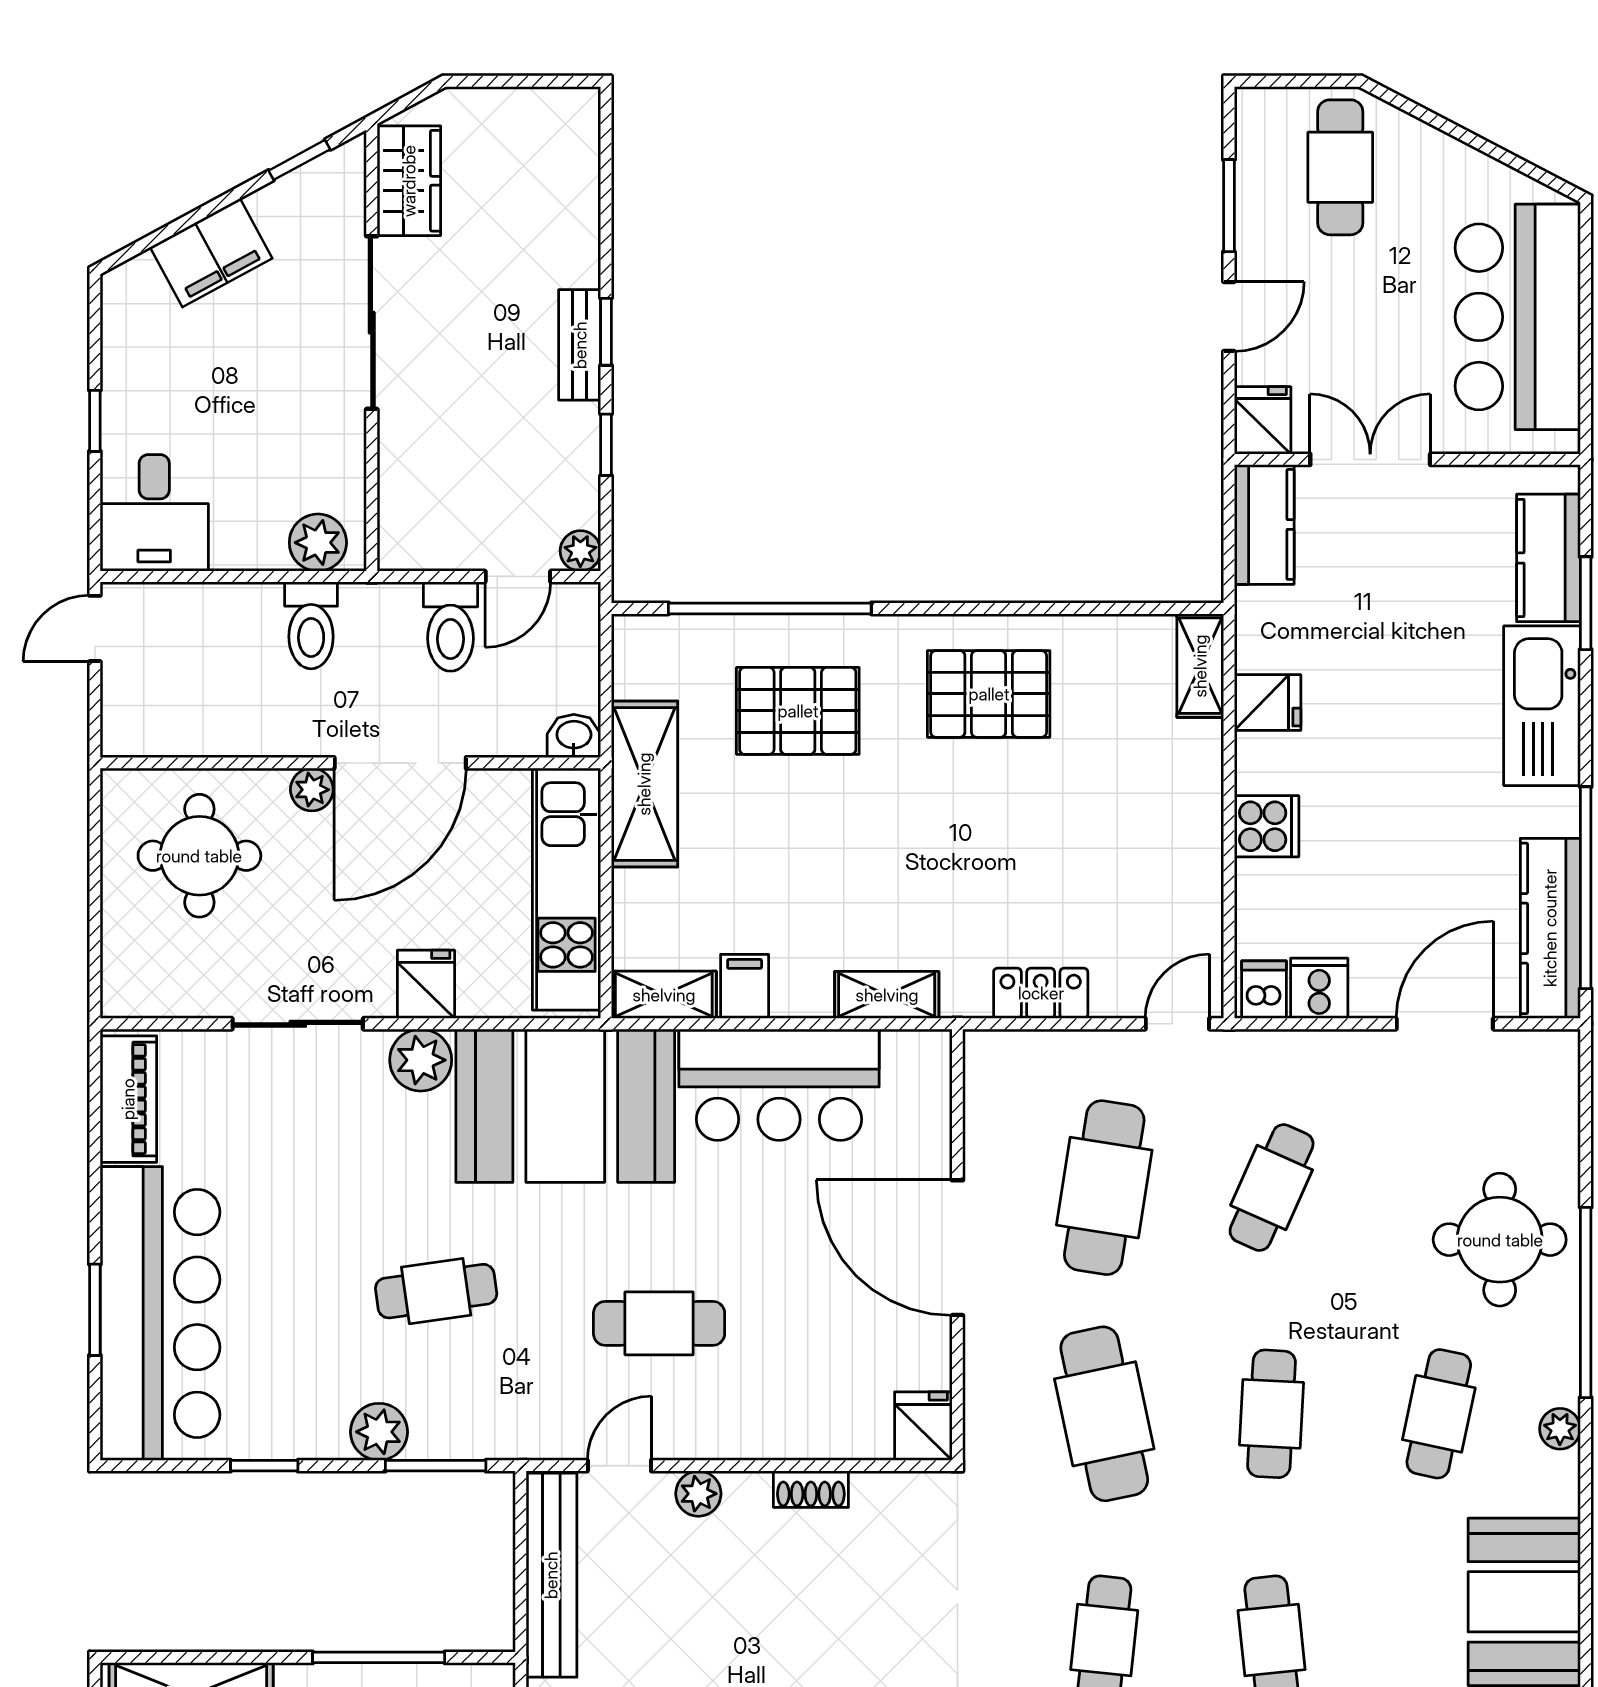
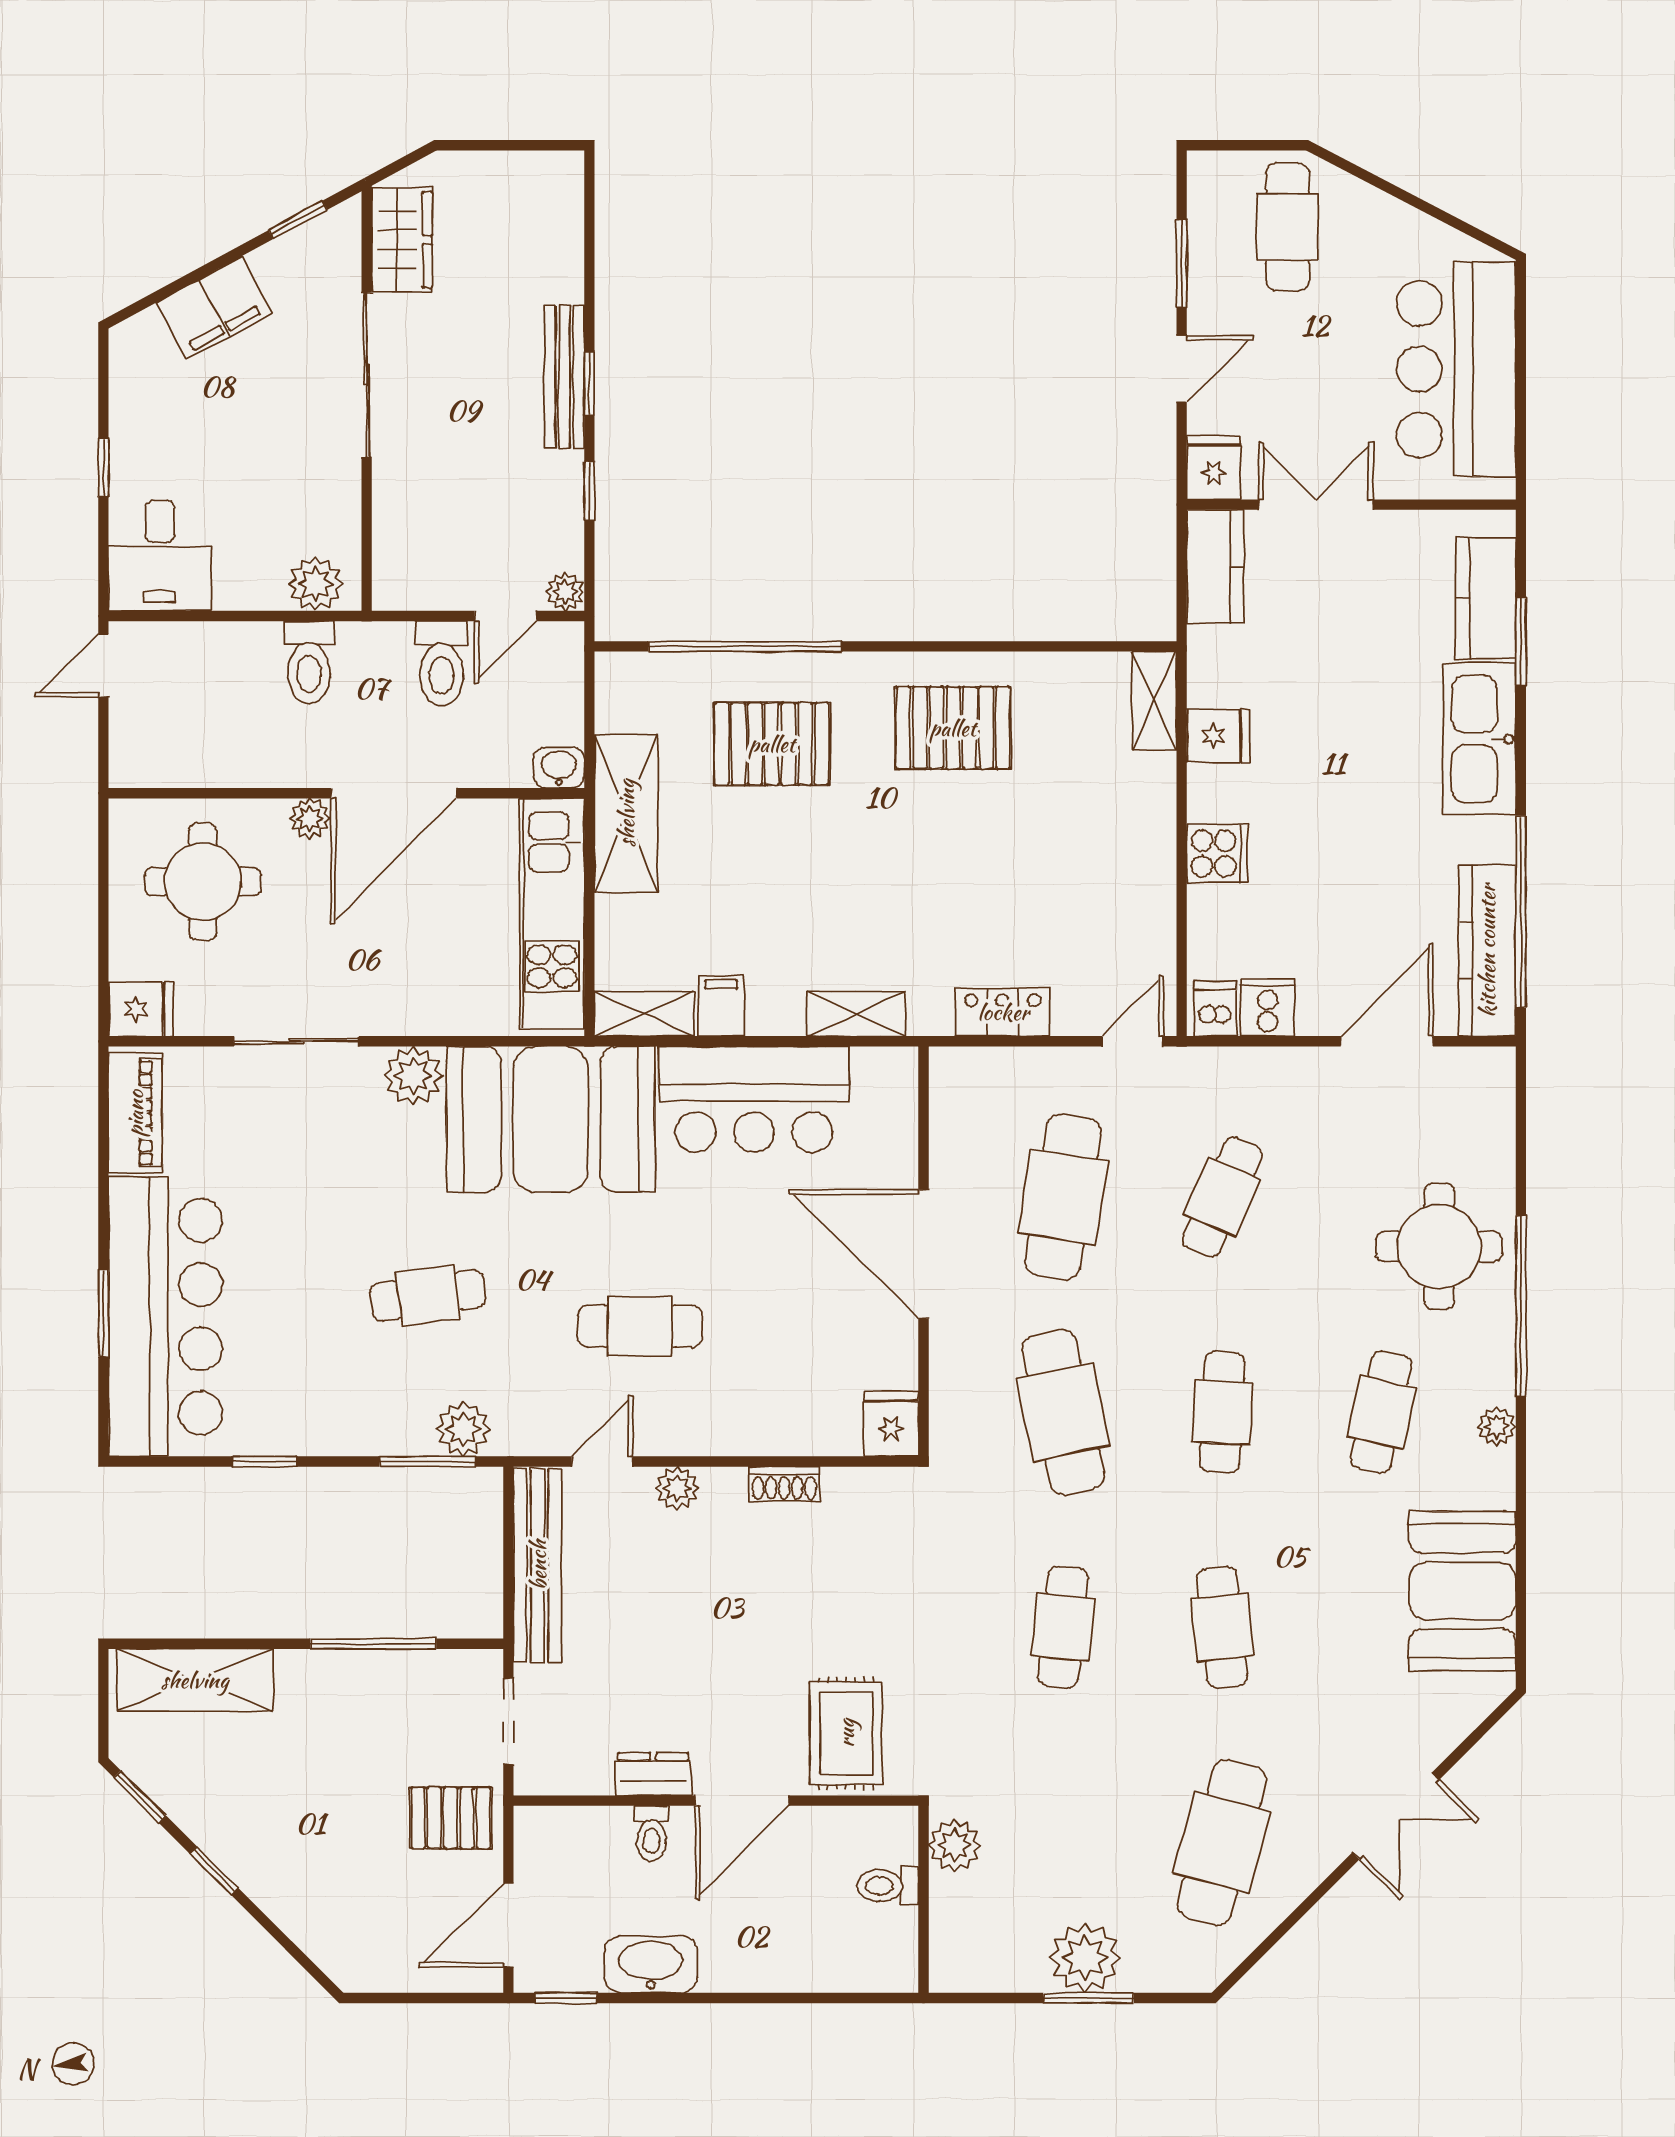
bench: (580, 345) -> (564, 377), width x1.36
fridge: (426, 984) -> (141, 1009), moved, turned 90
plant: (379, 1432) -> (463, 1429), moved

